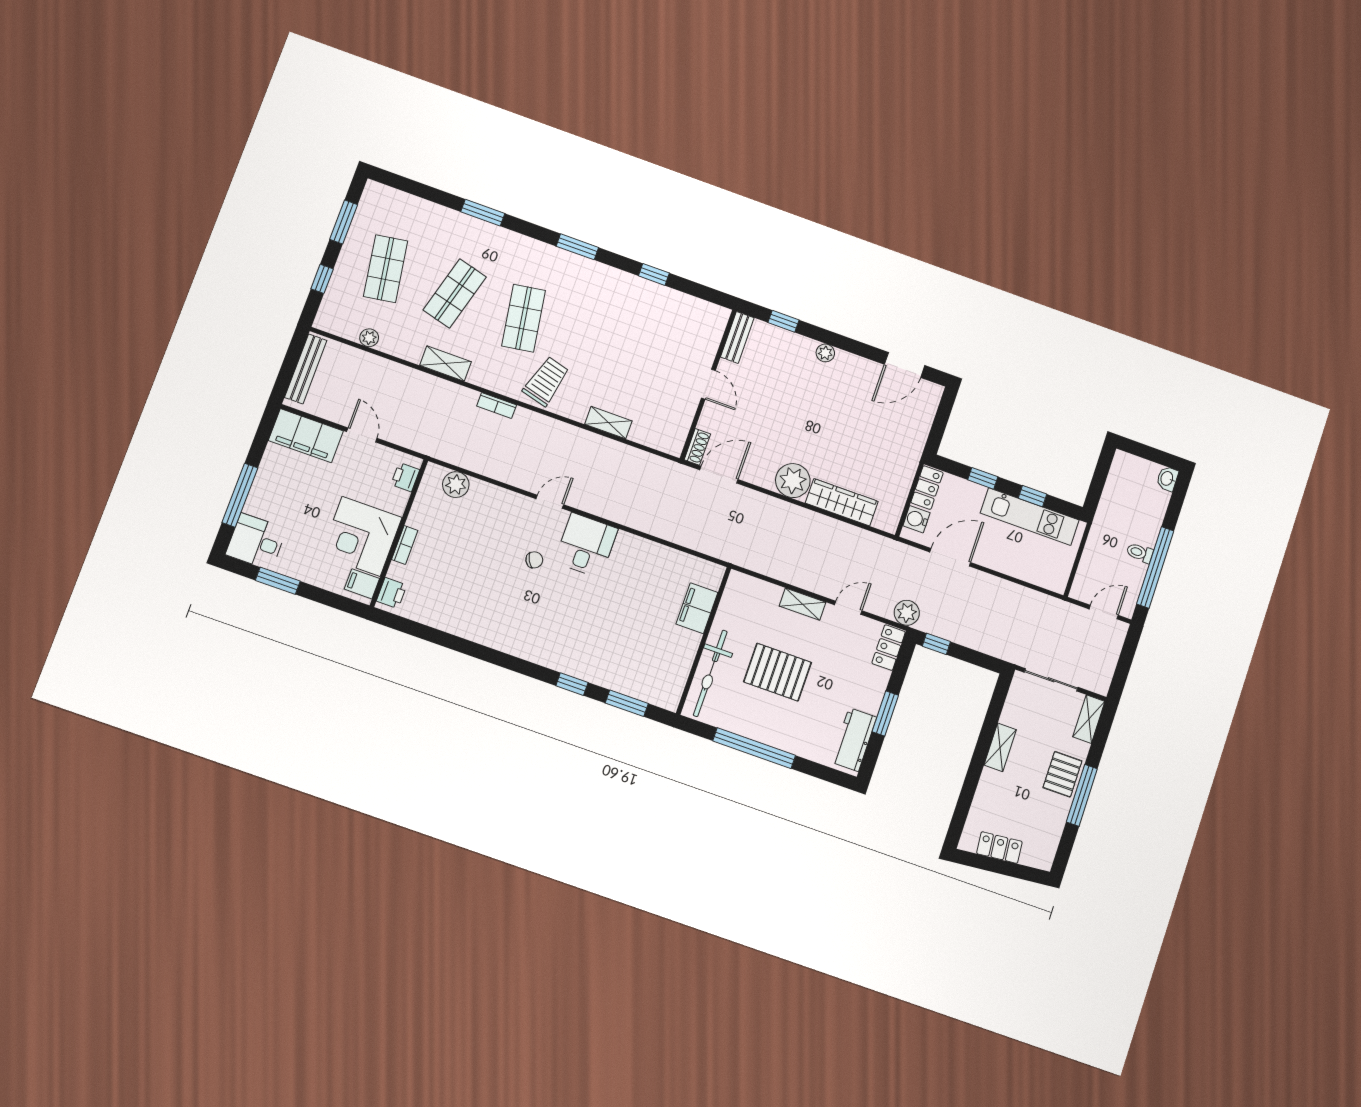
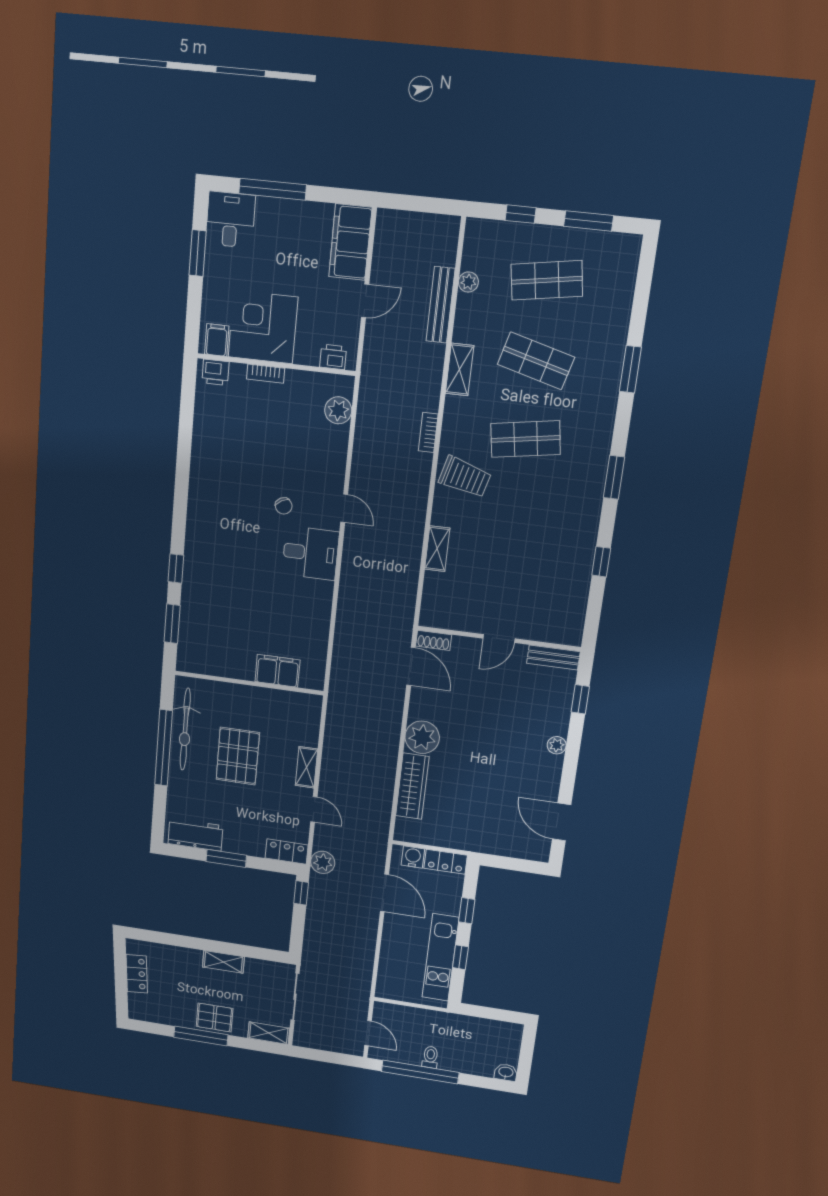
bench: (306, 369) -> (441, 305), moved, turned 90
bicycle: (710, 673) -> (185, 729), moved, turned -90

